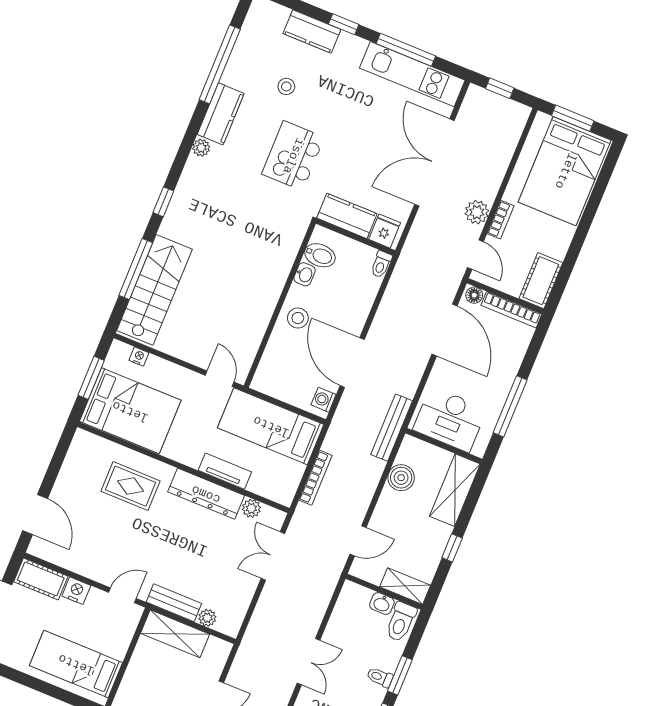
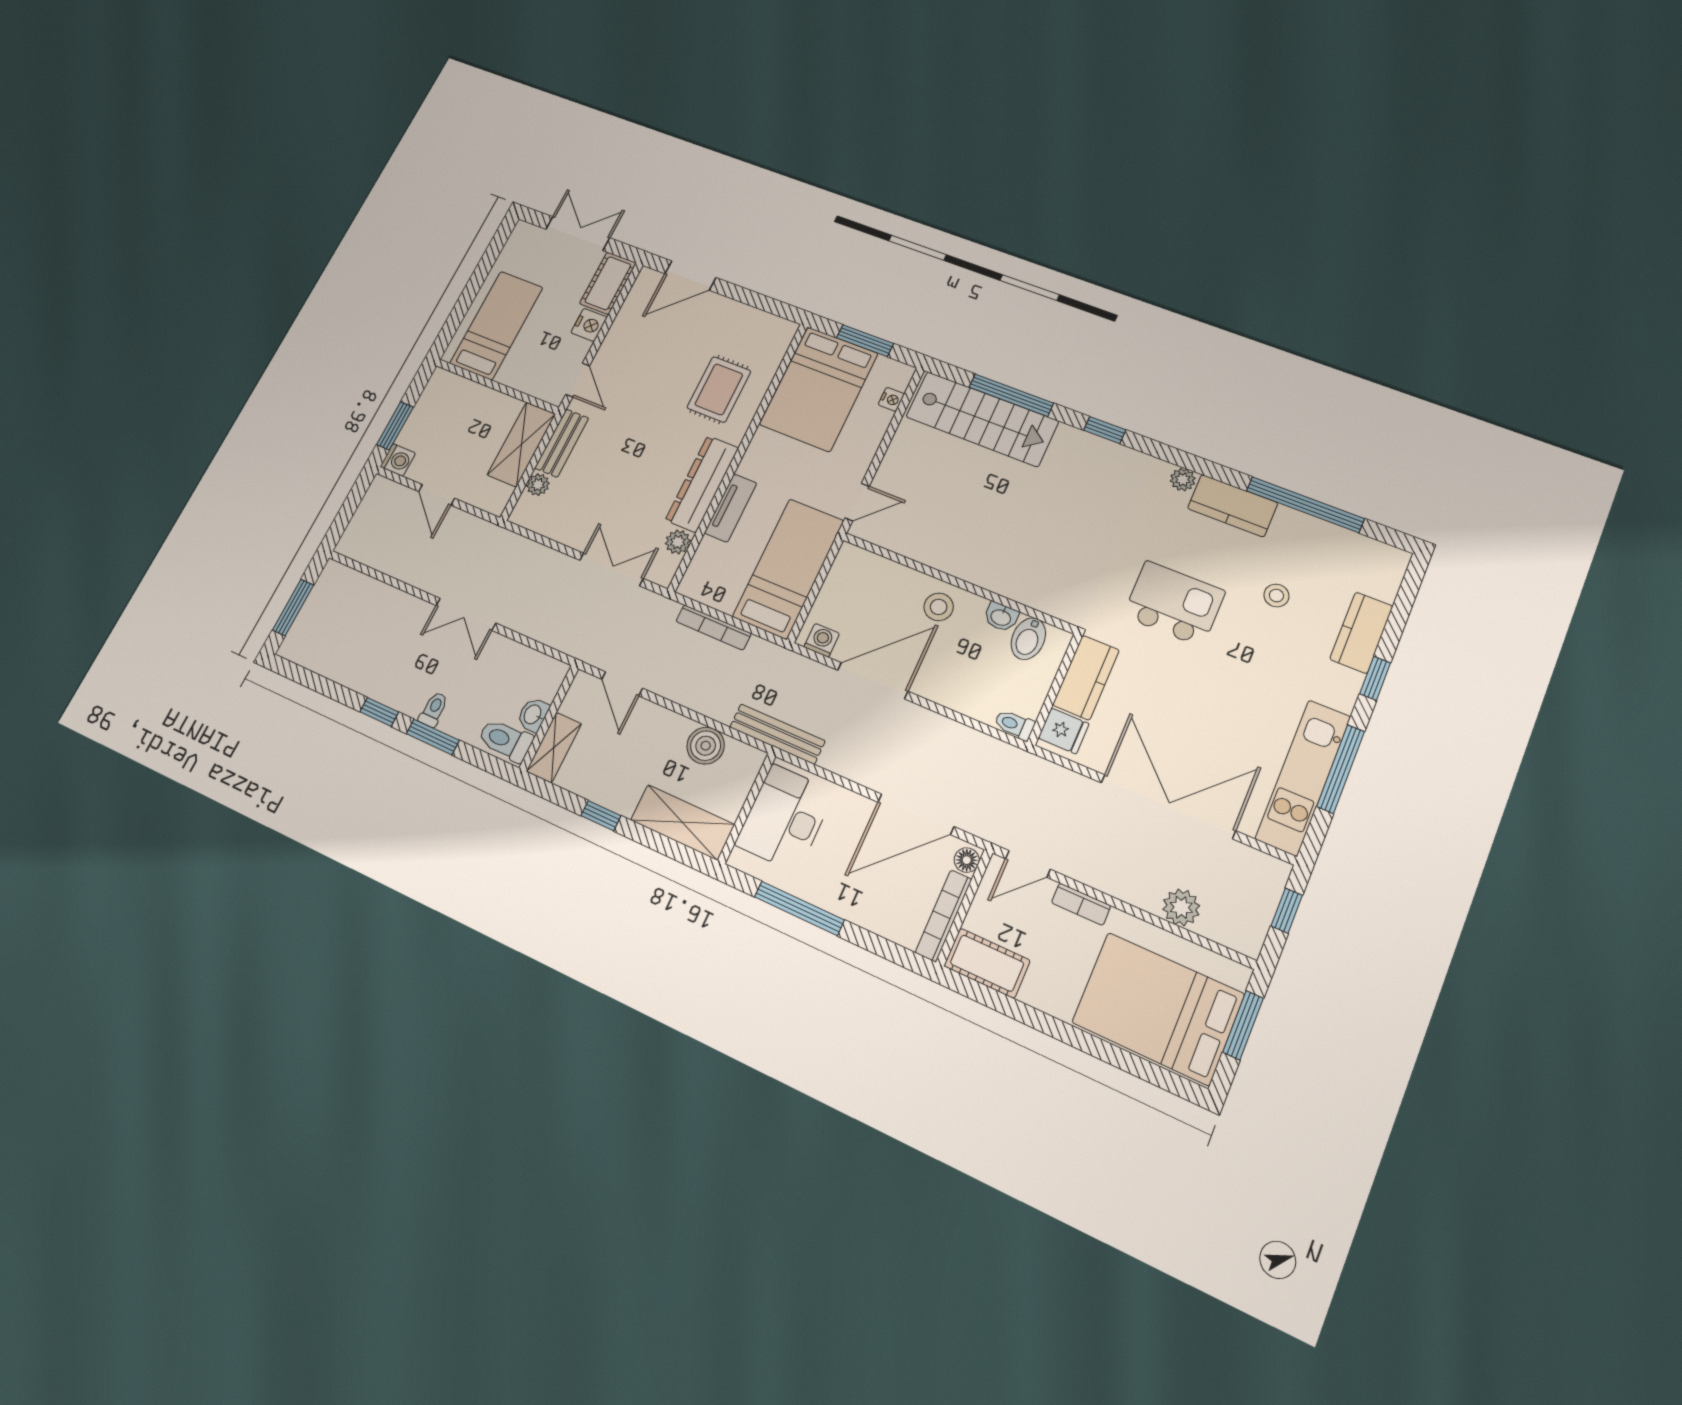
plant: (477, 212) -> (1181, 907), moved

